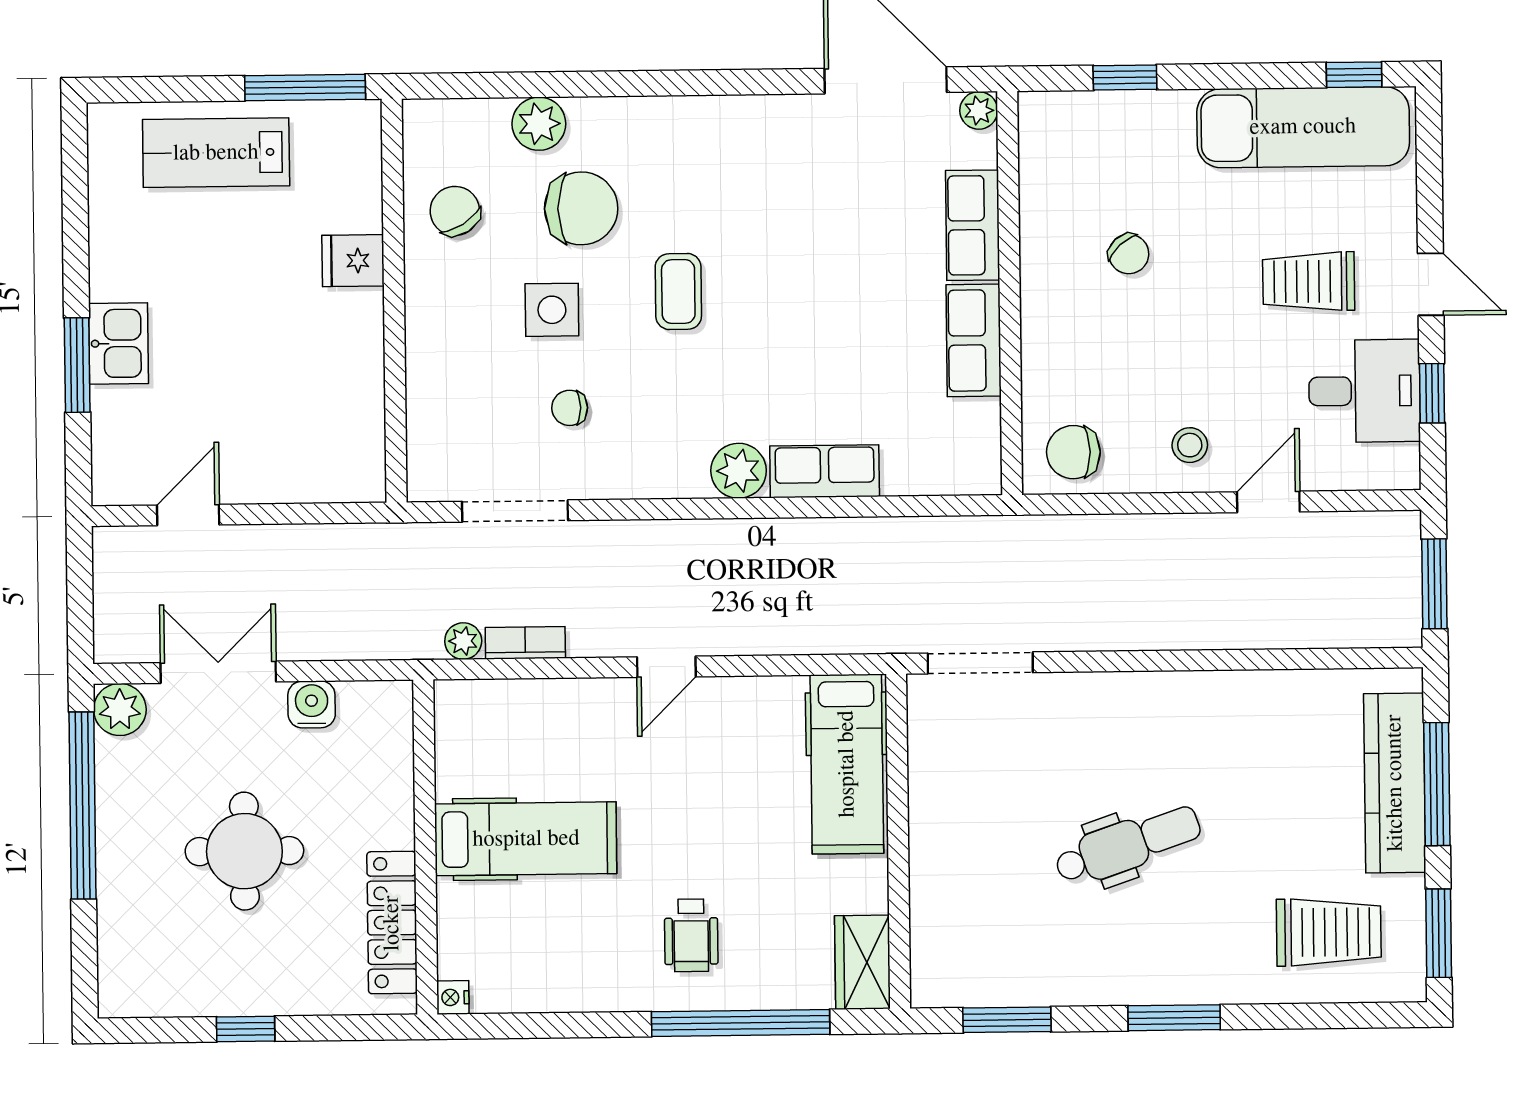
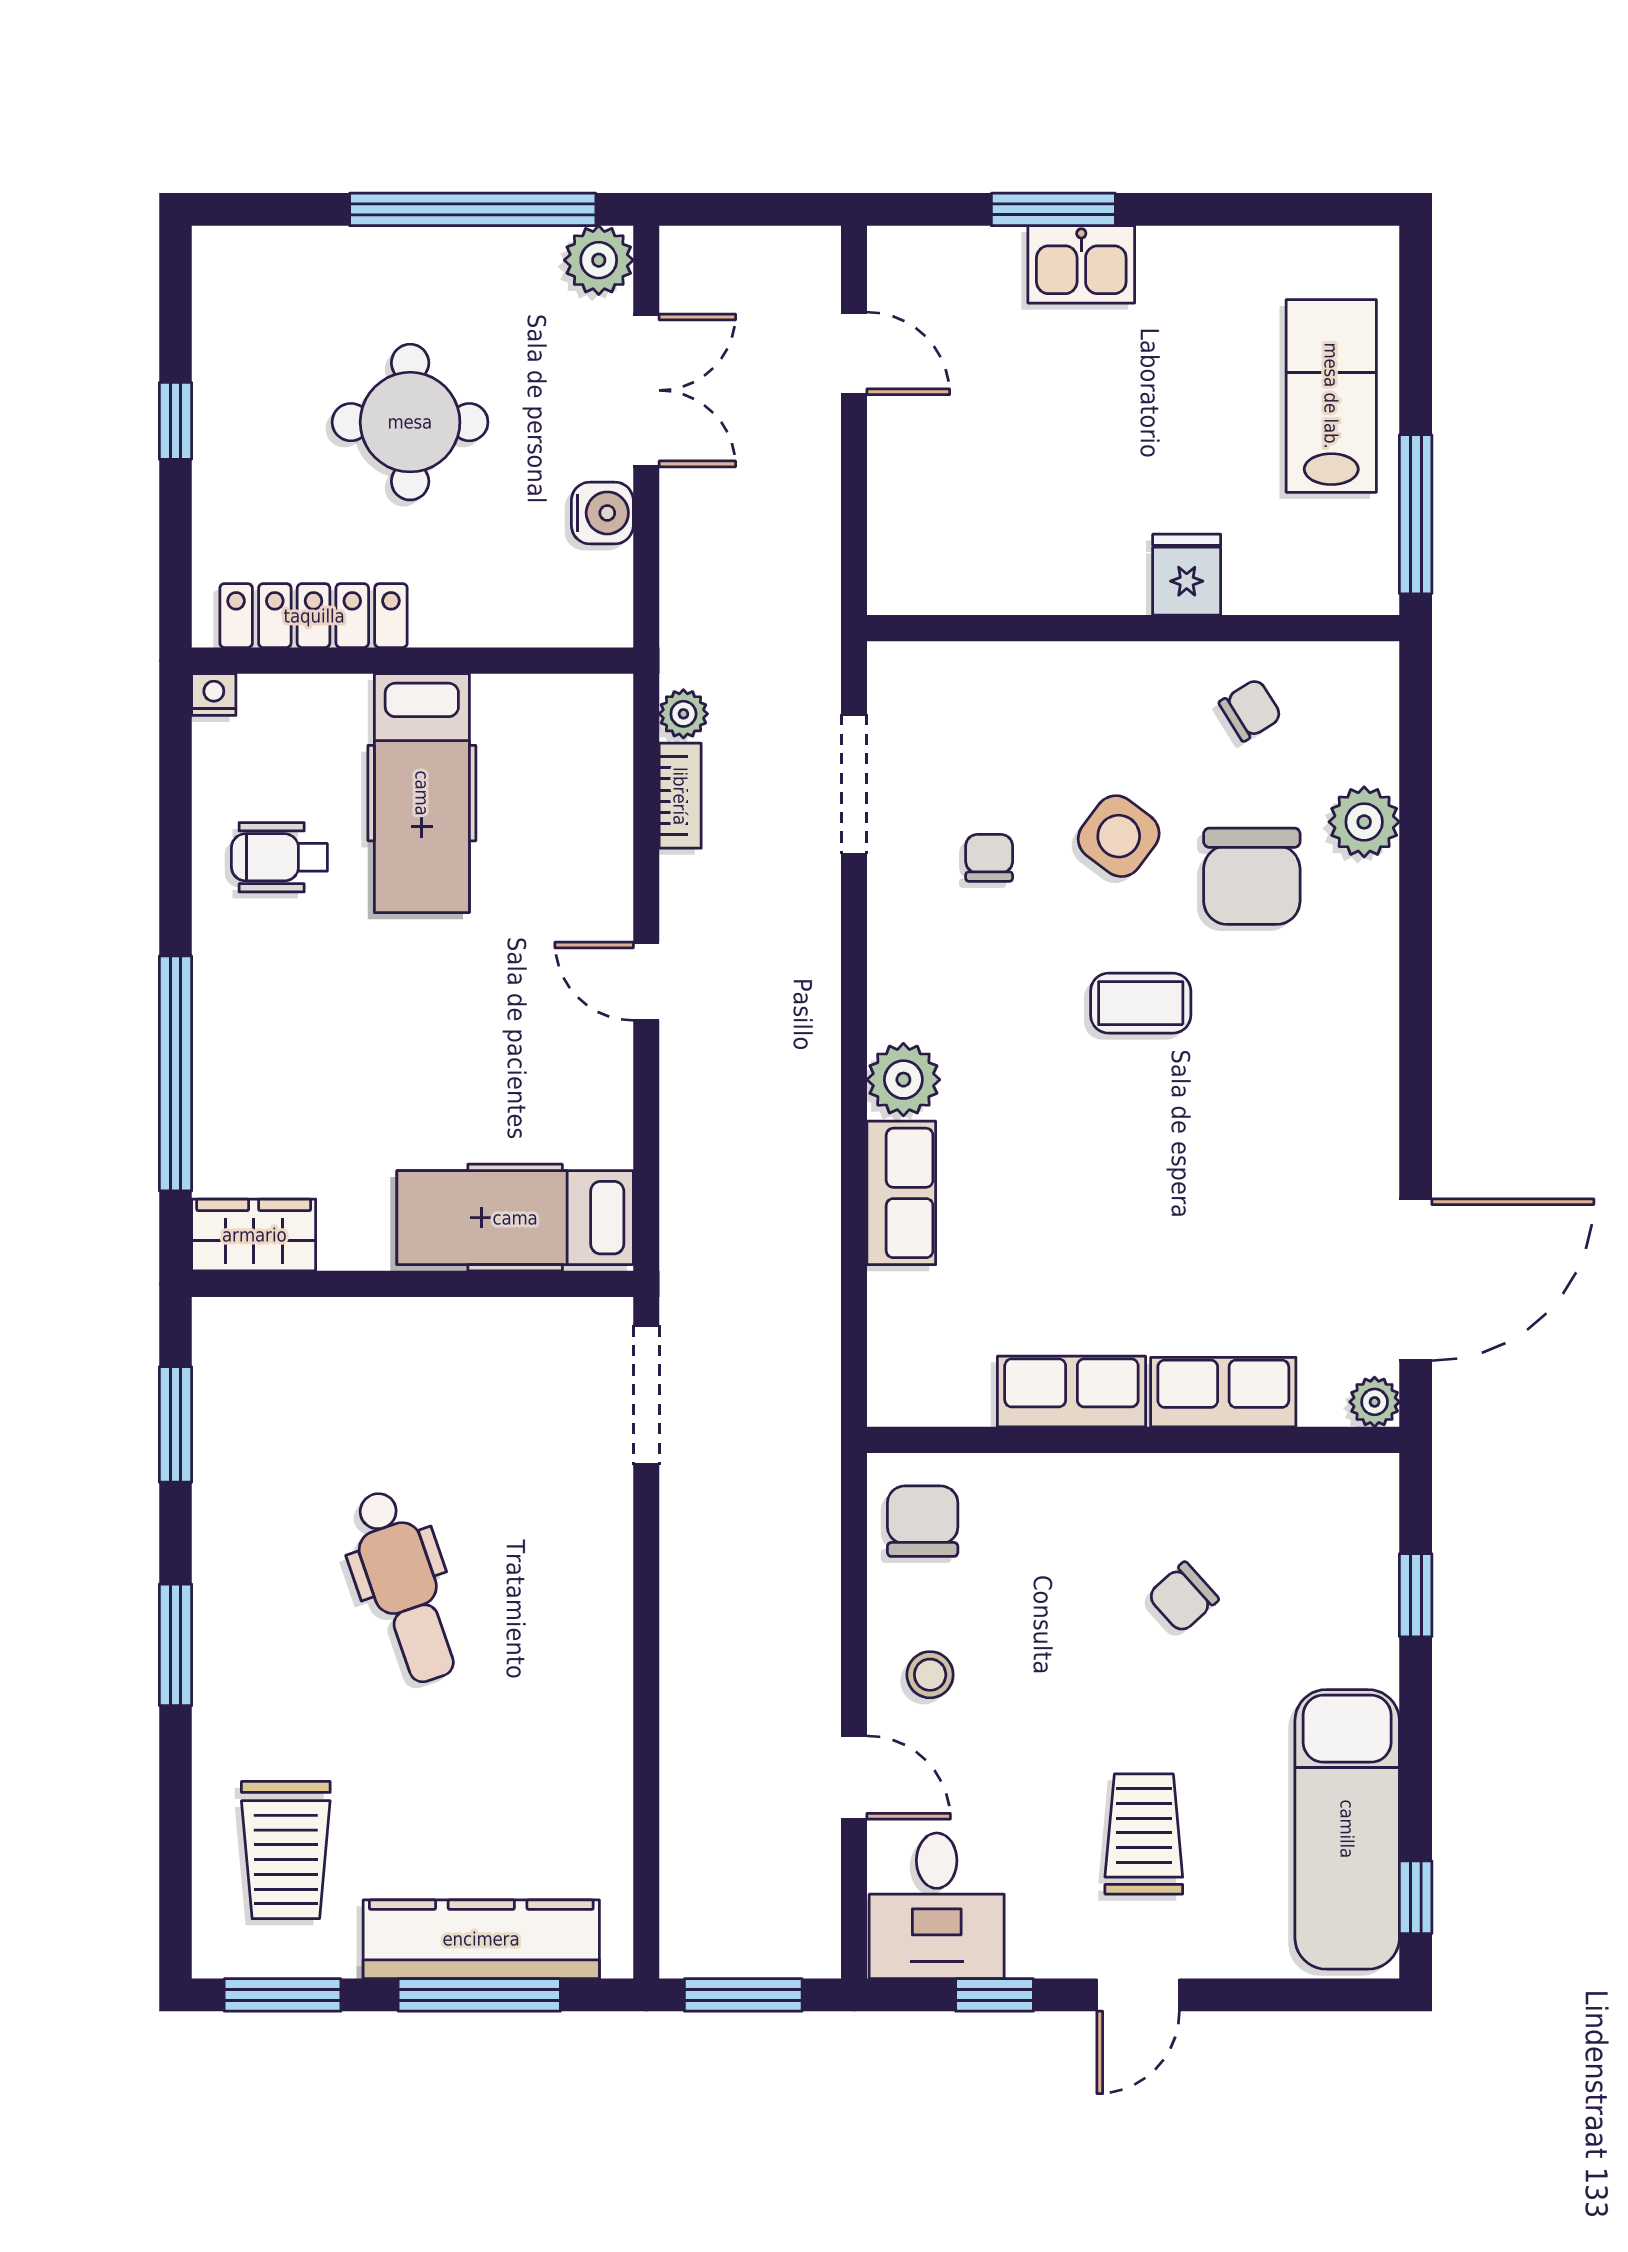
chair: (455, 211) -> (1250, 710), width x0.73, depth x0.73
side table: (552, 310) -> (1119, 836), turned 37
desk: (1364, 391) -> (937, 1906), moved
wheelchair: (691, 935) -> (279, 857), moved

